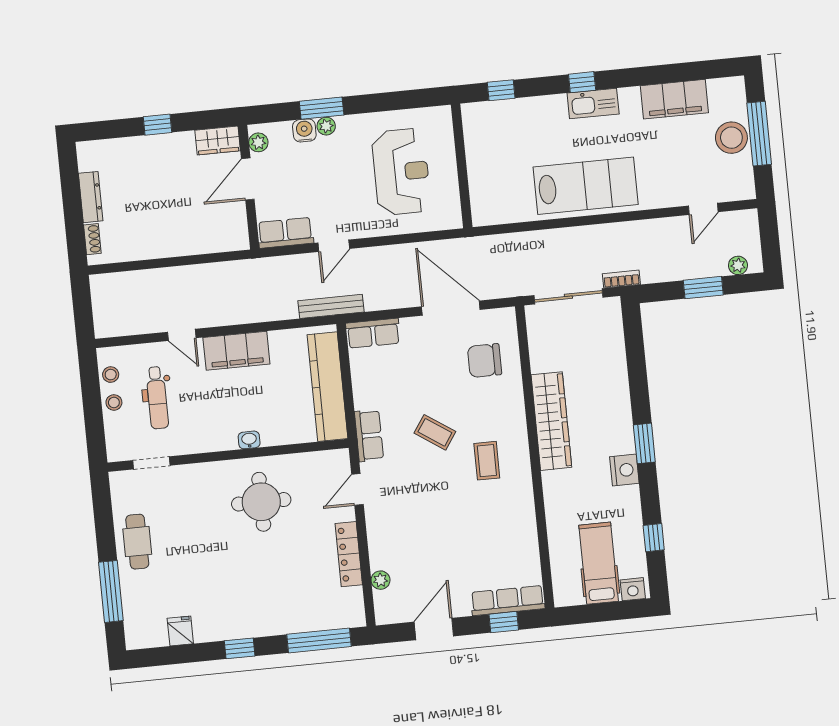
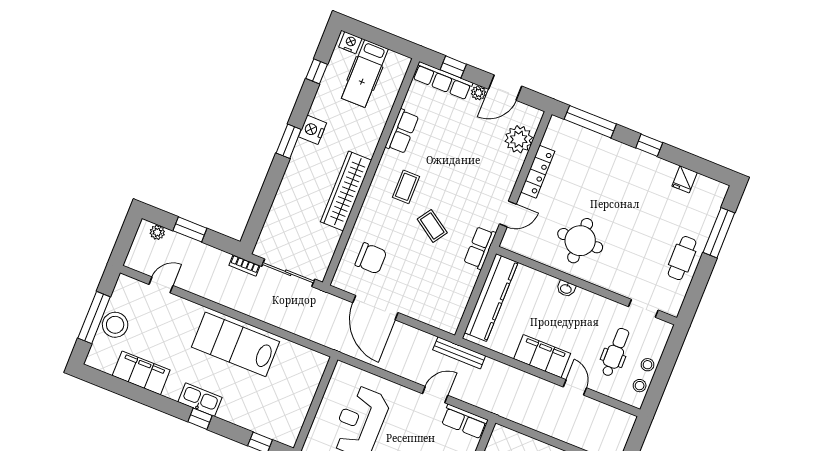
row of seats: (373, 333) -> (402, 131), moved, turned 90
plant: (381, 580) -> (519, 139), width x1.87, depth x1.87
plant: (461, 608) -> (479, 93), added

